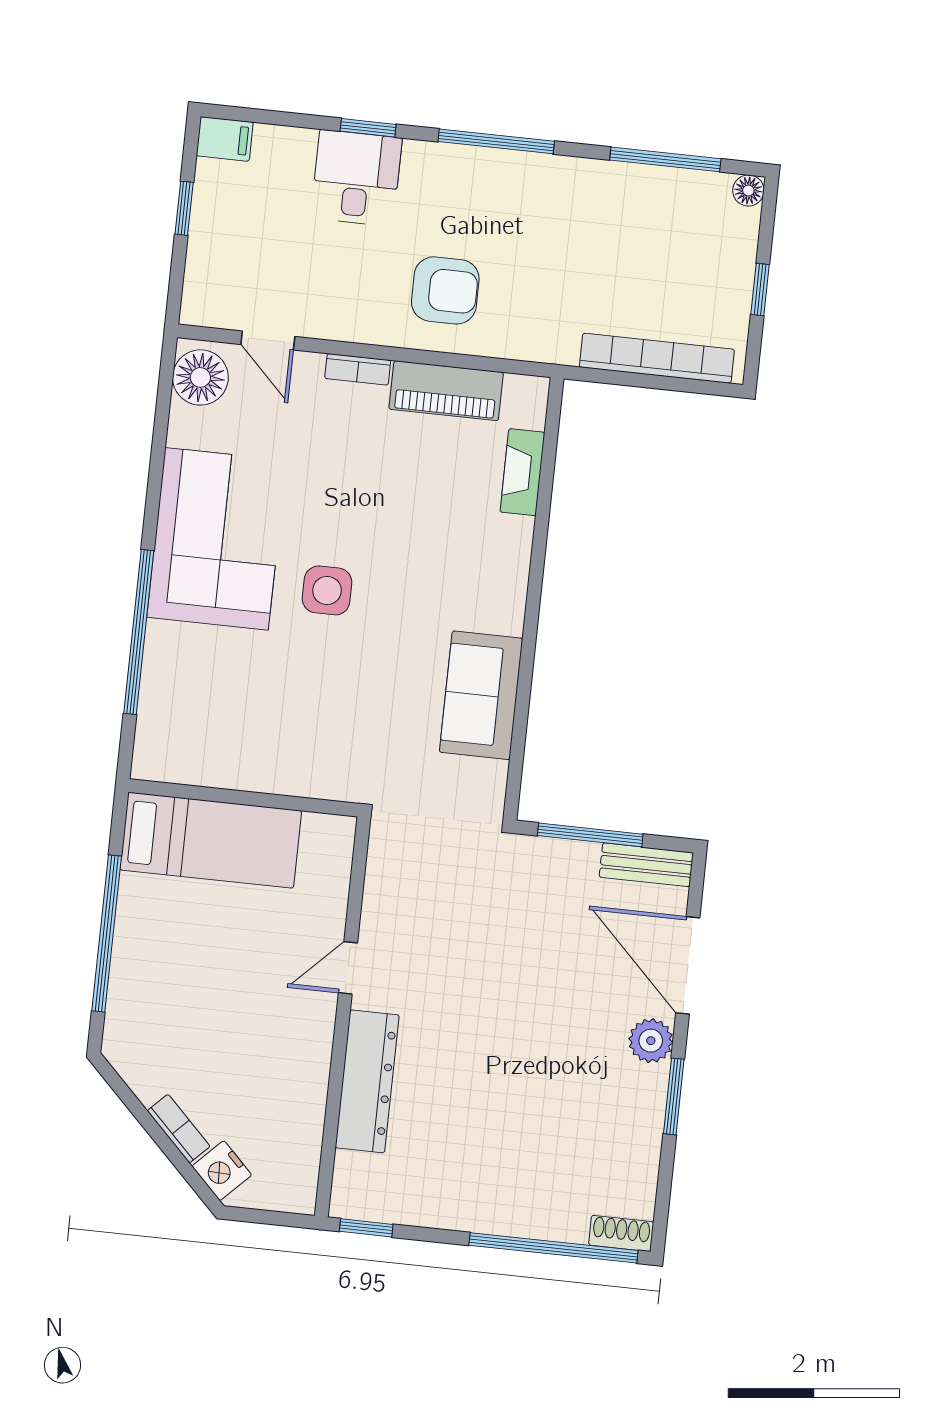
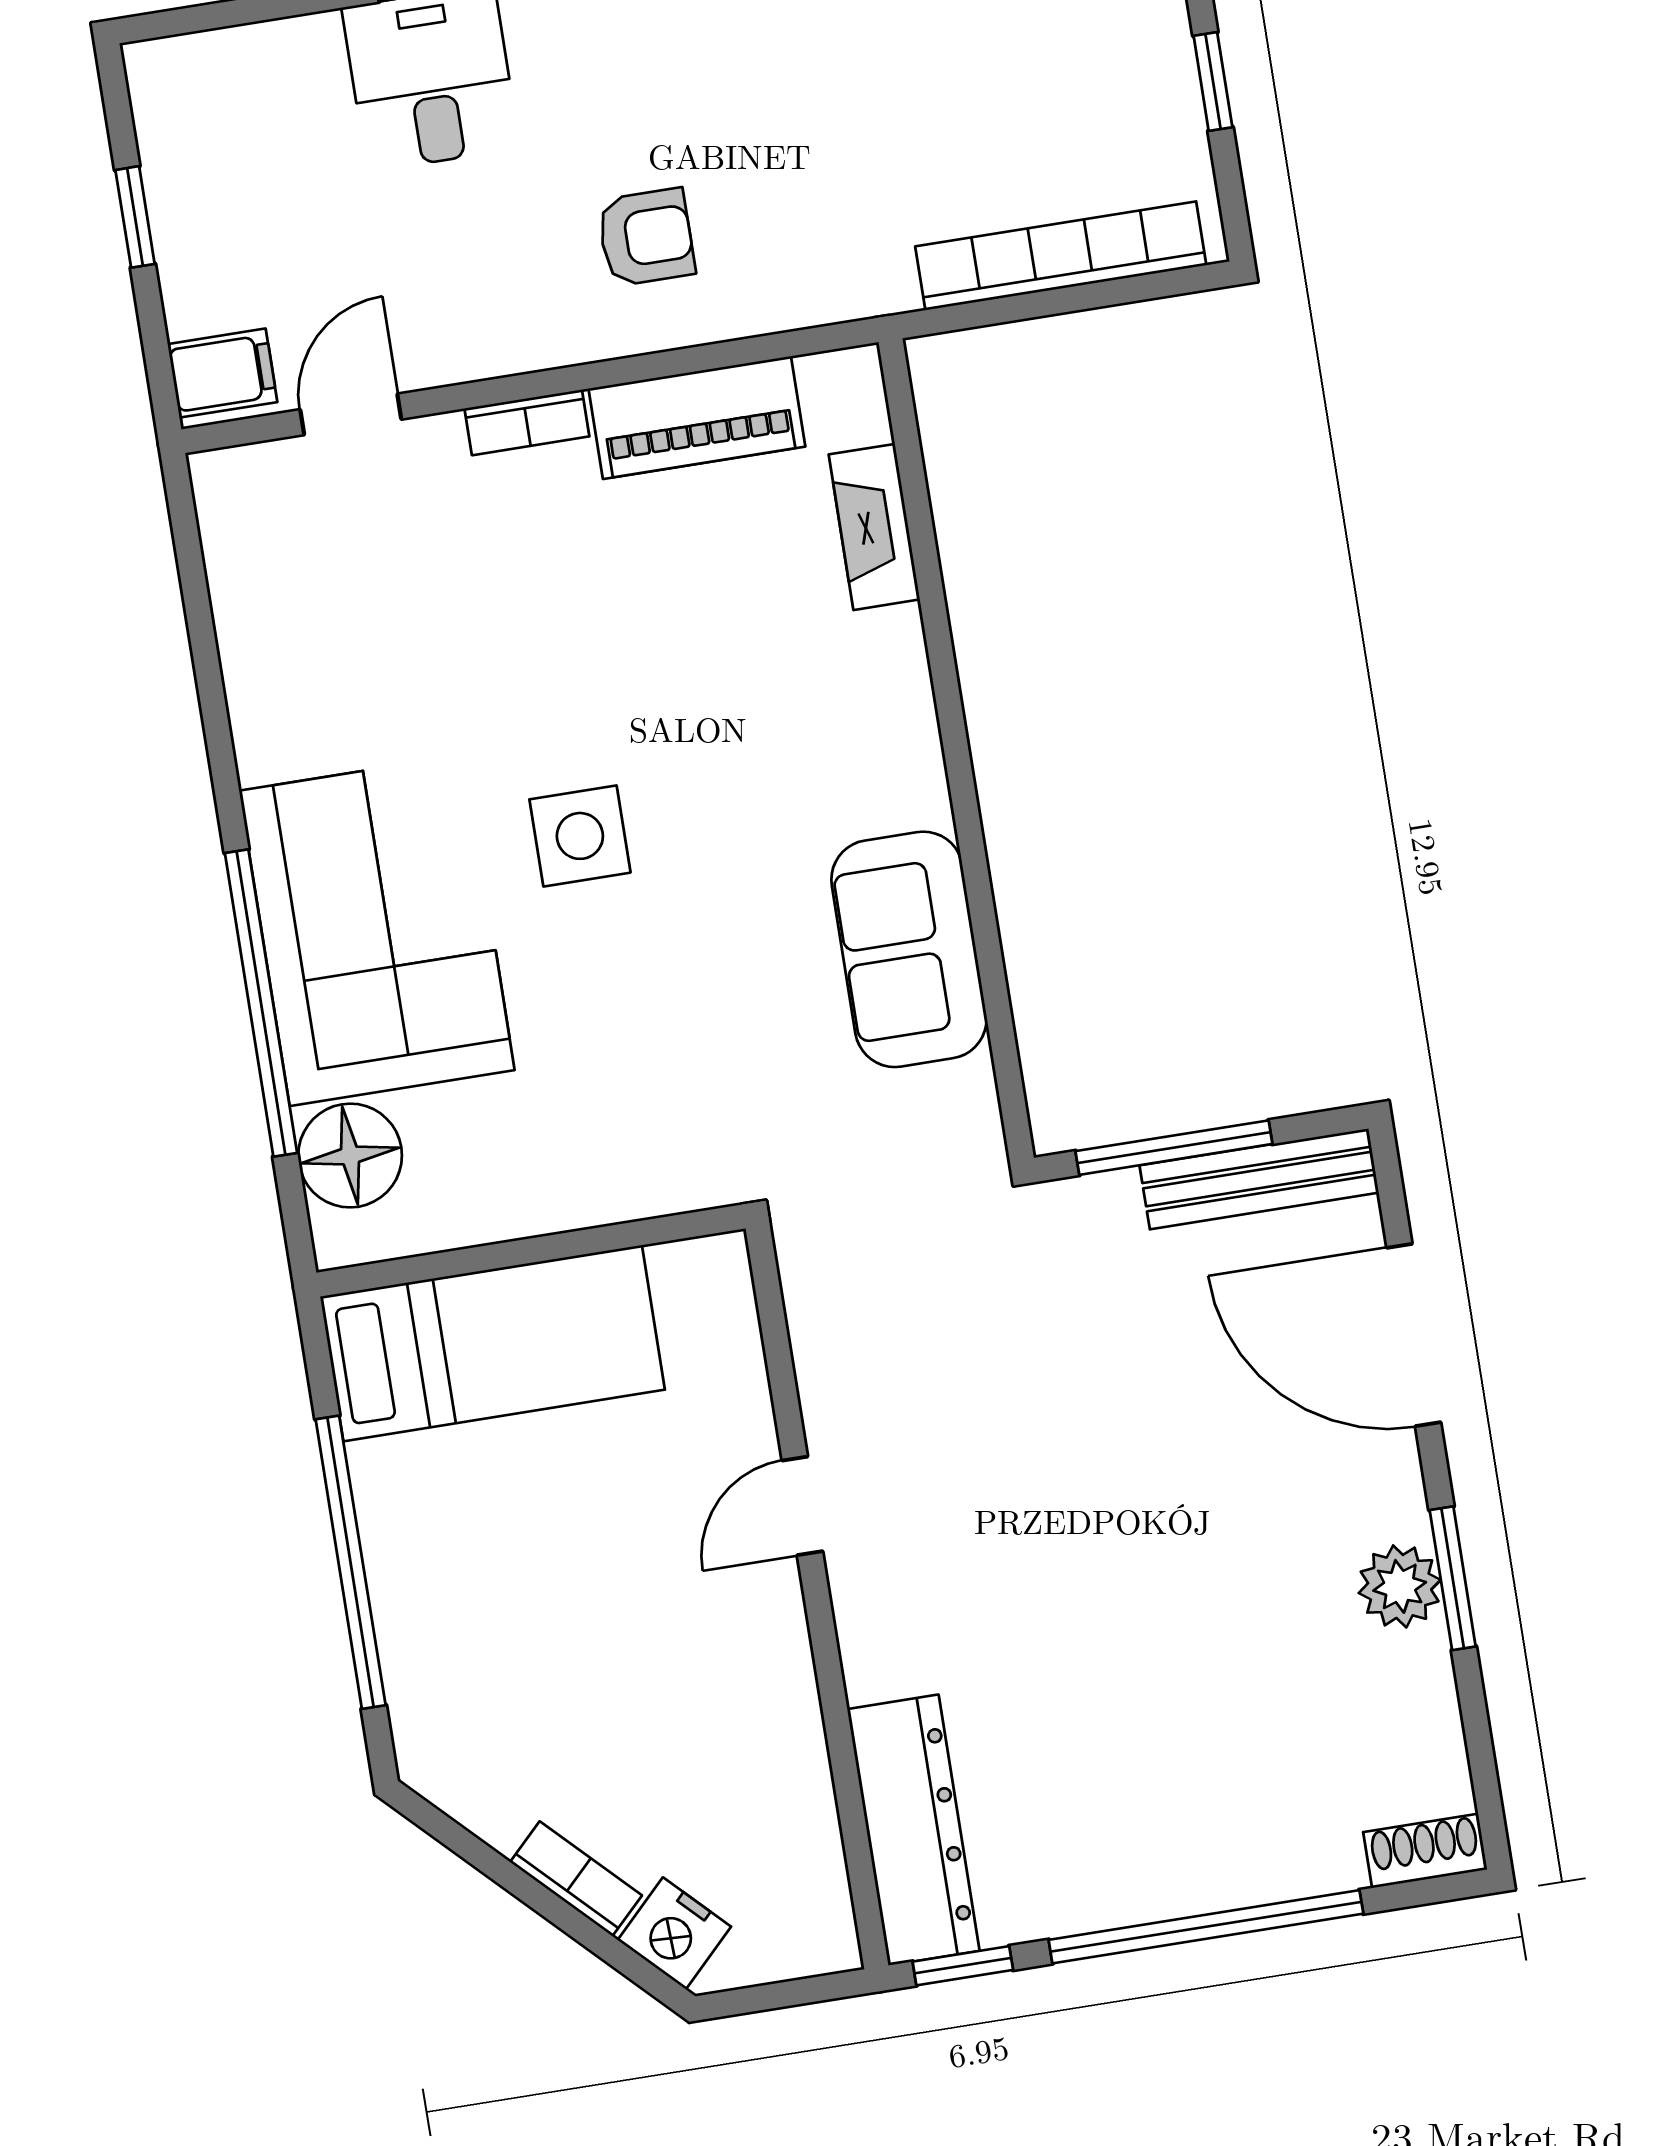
filing cabinet: (225, 139) -> (223, 373), moved
armchair: (445, 290) -> (646, 237), width x0.72, depth x0.72
door: (268, 341) -> (351, 414), swing flipped
floor lamp: (200, 377) -> (350, 1156), moved
corner sofa: (217, 539) -> (377, 930), moved
bench: (646, 865) -> (1259, 1179), width x1.36
plant: (651, 1041) -> (1400, 1586), moved
dresser: (367, 1081) -> (913, 1830), moved
window: (553, 1248) -> (1206, 1927), moved

